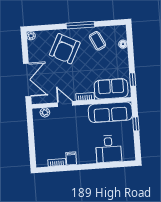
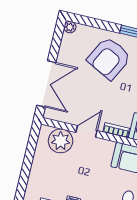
door: (65, 104) -> (87, 131), hinge flipped
plant: (45, 112) -> (61, 141), width x1.88, depth x1.88

